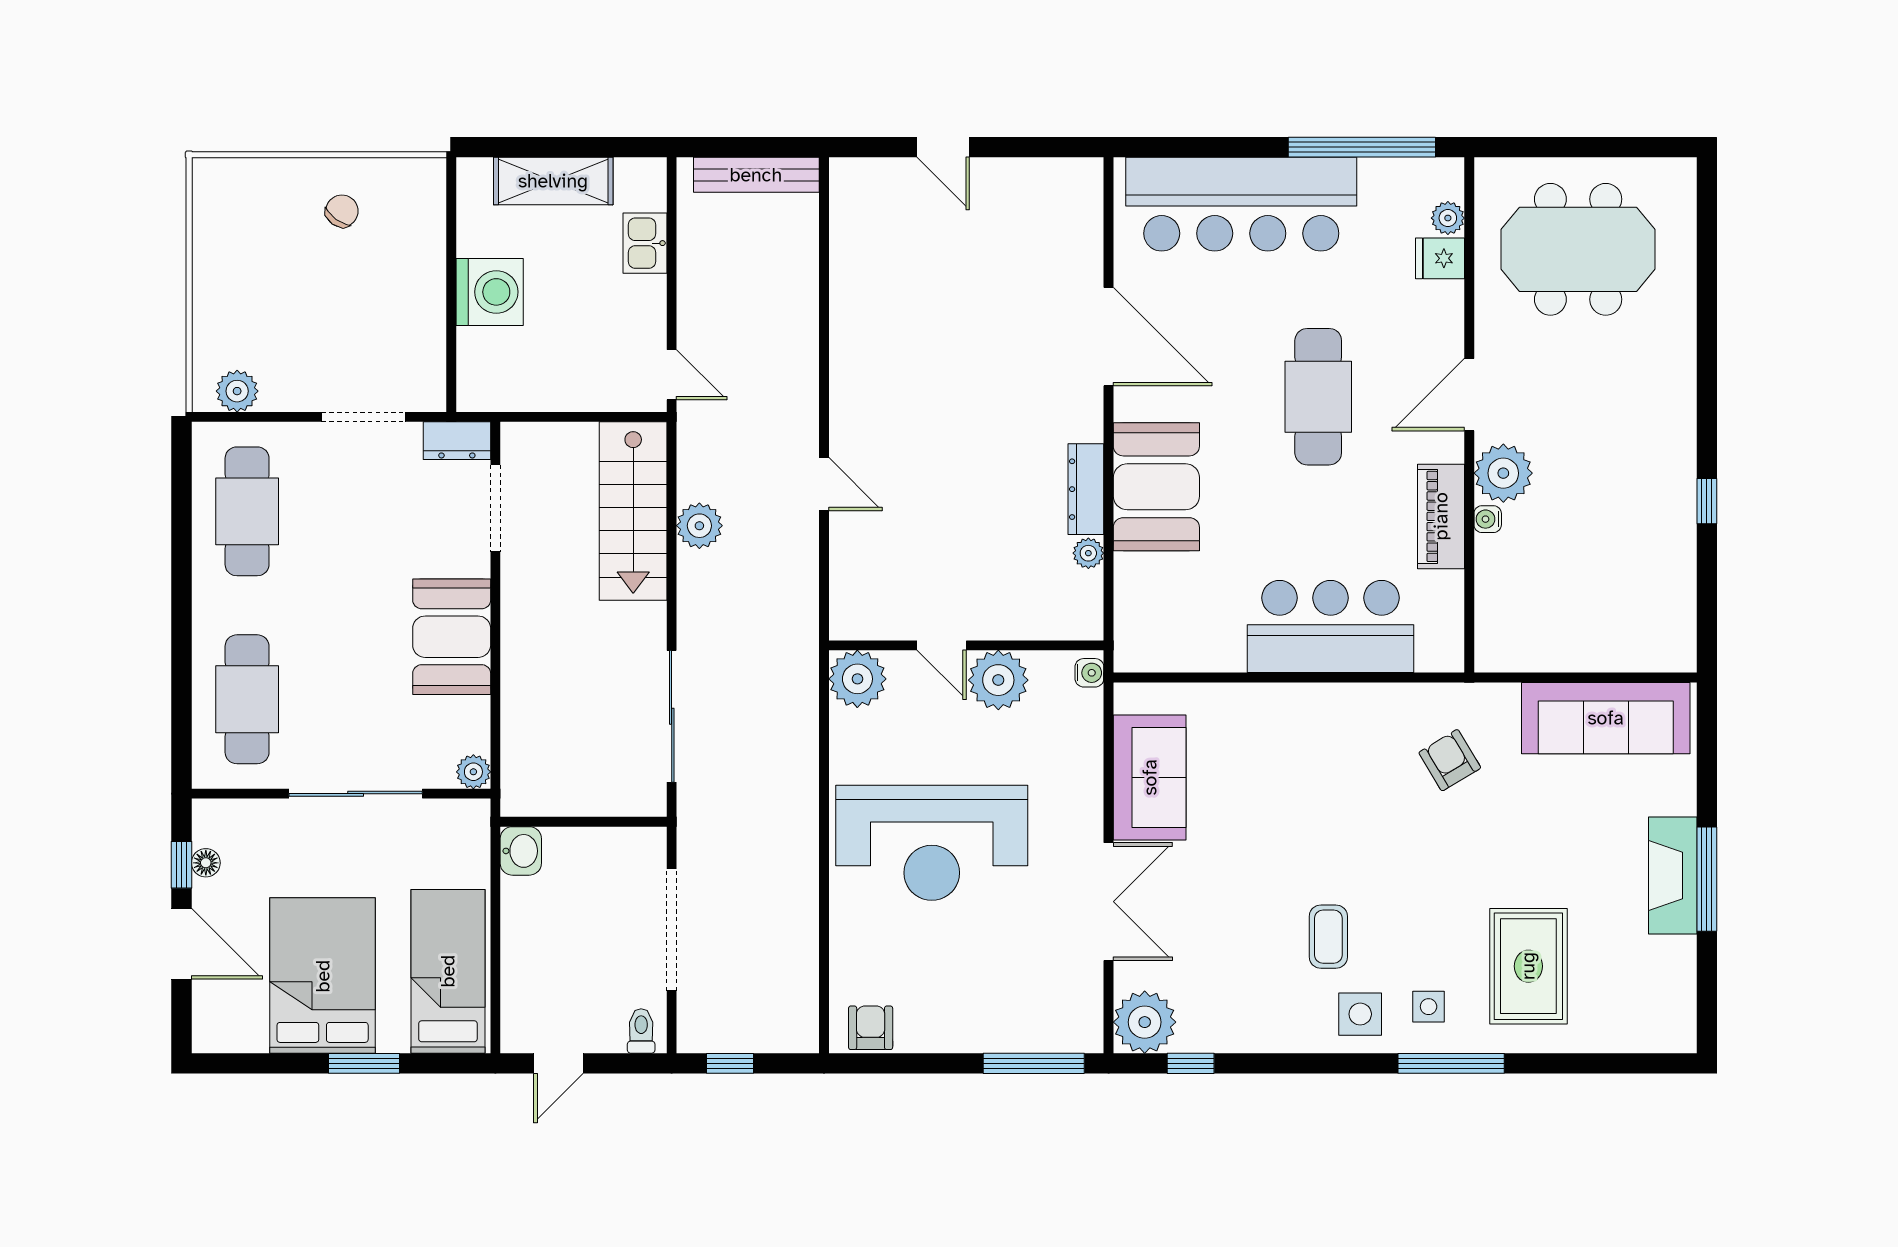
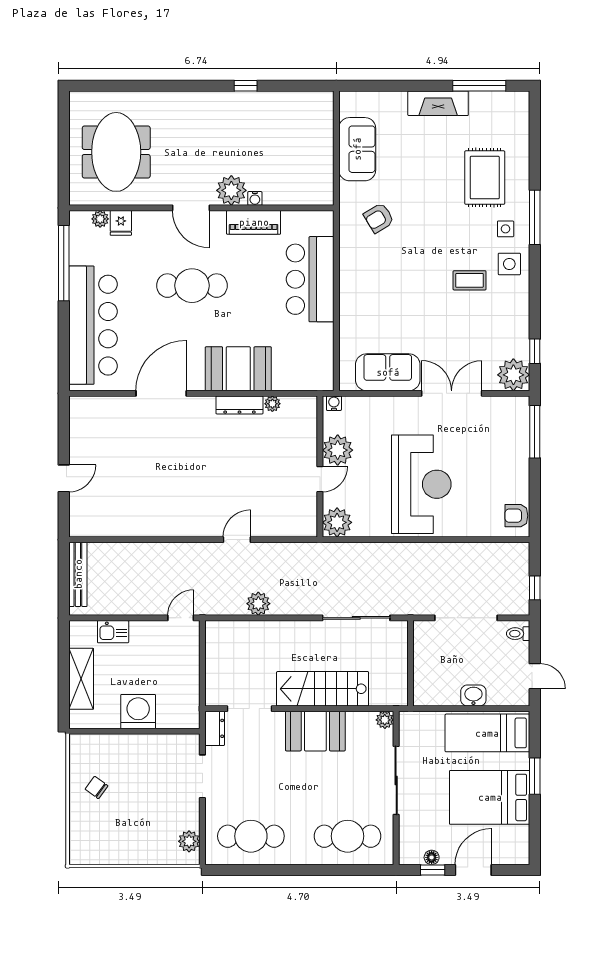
stairs: (633, 511) -> (323, 689), moved, turned 180
sofa: (1606, 718) -> (357, 149), width x0.73
washbasin: (521, 851) -> (473, 696), moved
window: (1707, 879) -> (479, 86), moved
rug: (1528, 966) -> (485, 178), turned 90

